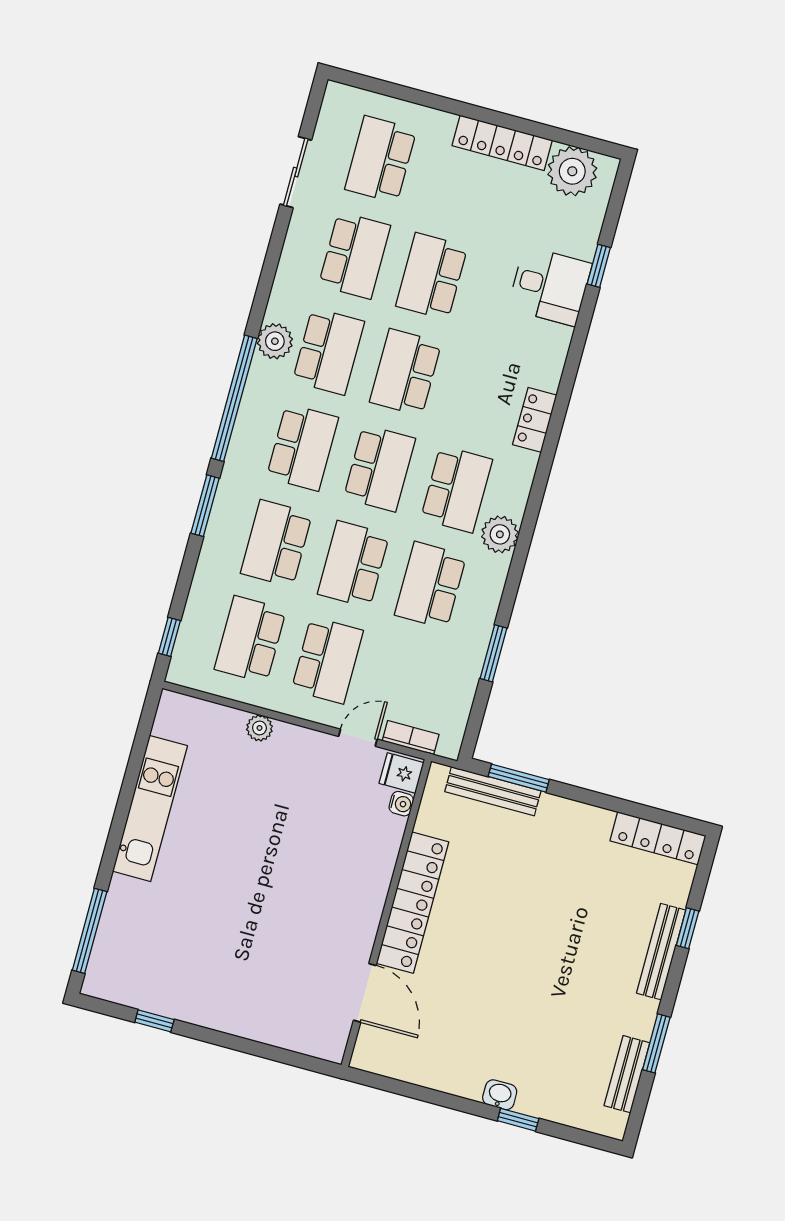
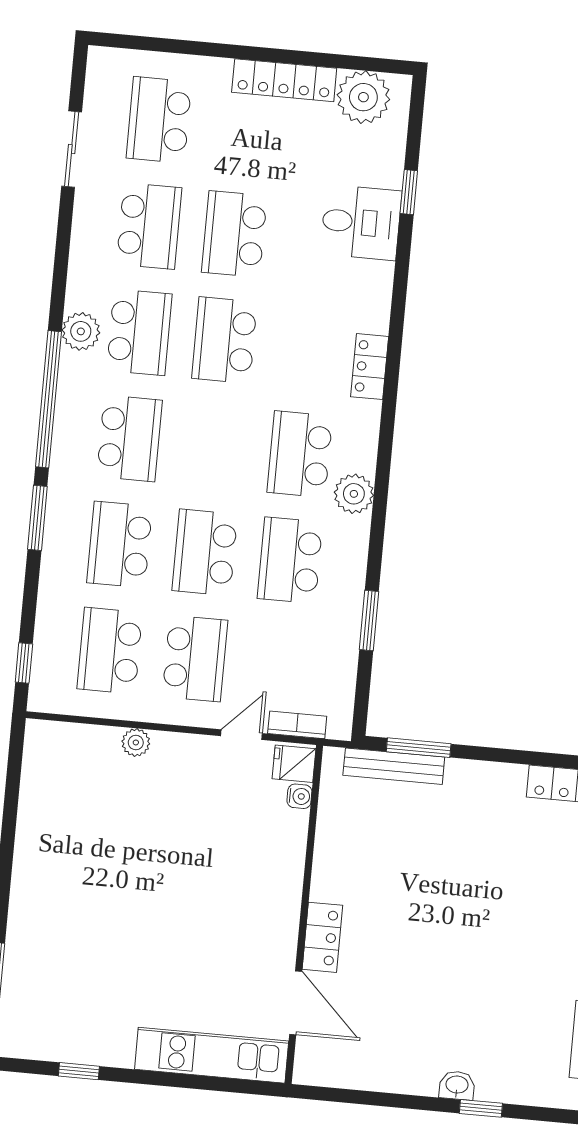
school desk: (379, 468) -> (215, 446), removed
school desk: (457, 489) -> (300, 454), turned 180
kitchen unit: (150, 808) -> (212, 1055), moved, turned -90
locker: (413, 903) -> (322, 937), width x0.46, depth x0.83

